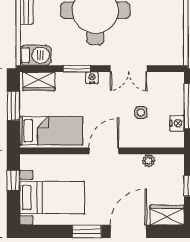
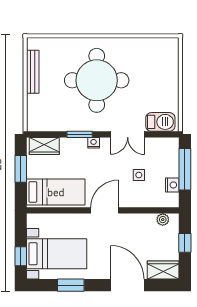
barbecue: (36, 55) -> (160, 122), moved
plant: (149, 161) -> (163, 220), moved
window: (13, 180) -> (21, 256), moved
window: (87, 231) -> (71, 285), moved
door: (128, 231) -> (127, 285), hinge flipped

